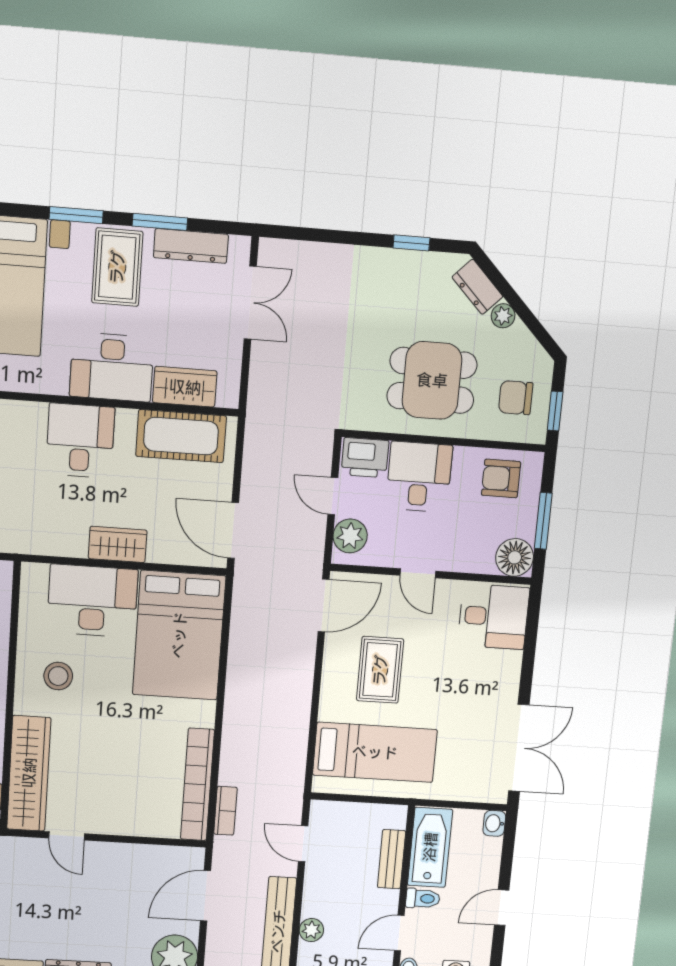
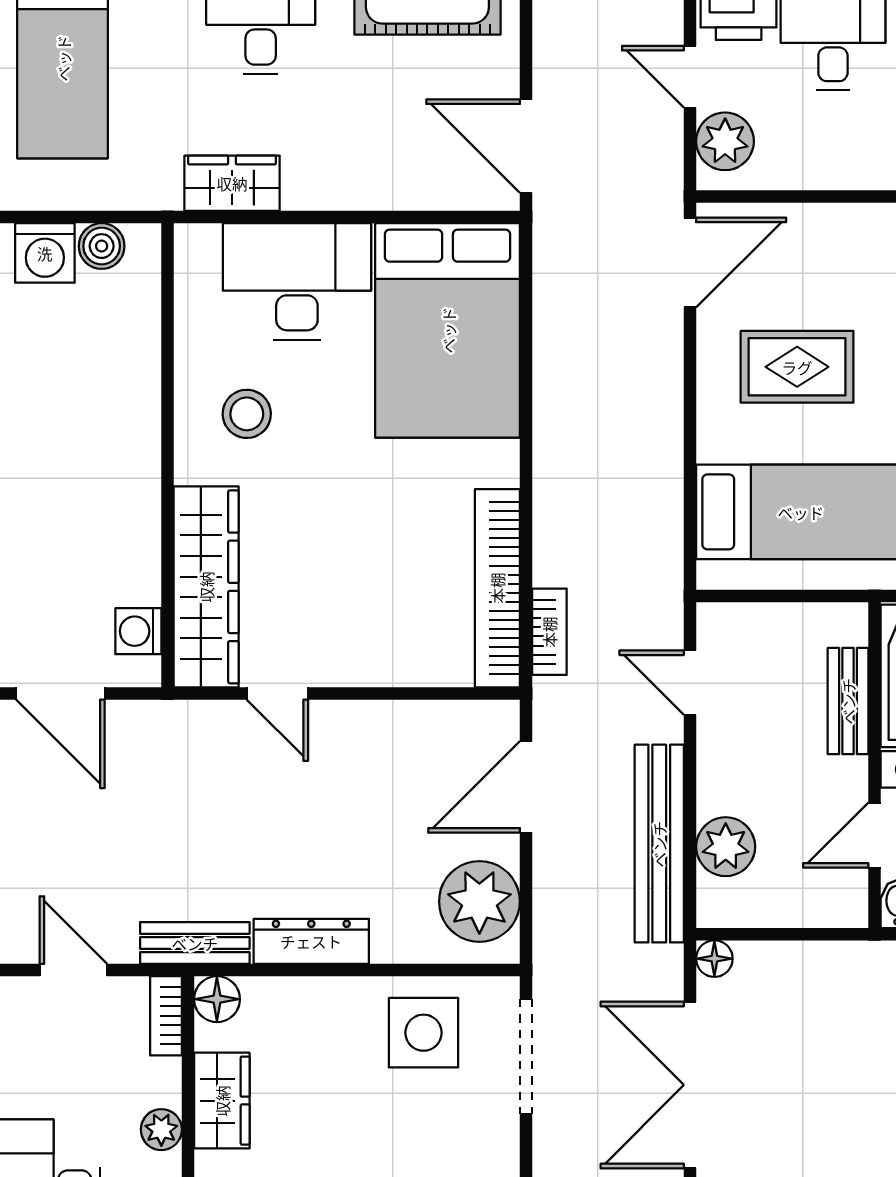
wardrobe: (118, 544) -> (232, 183), moved
door: (418, 573) -> (847, 197), removed
rug: (380, 670) -> (797, 367), turned 90
plant: (311, 930) -> (726, 847), width x1.38, depth x1.38

